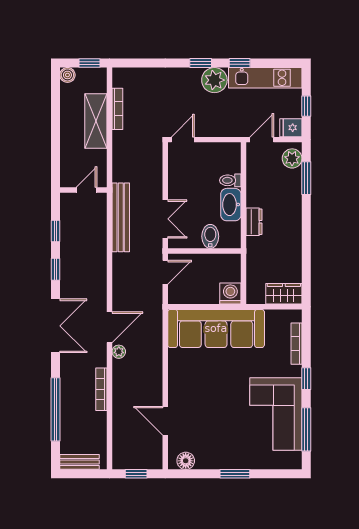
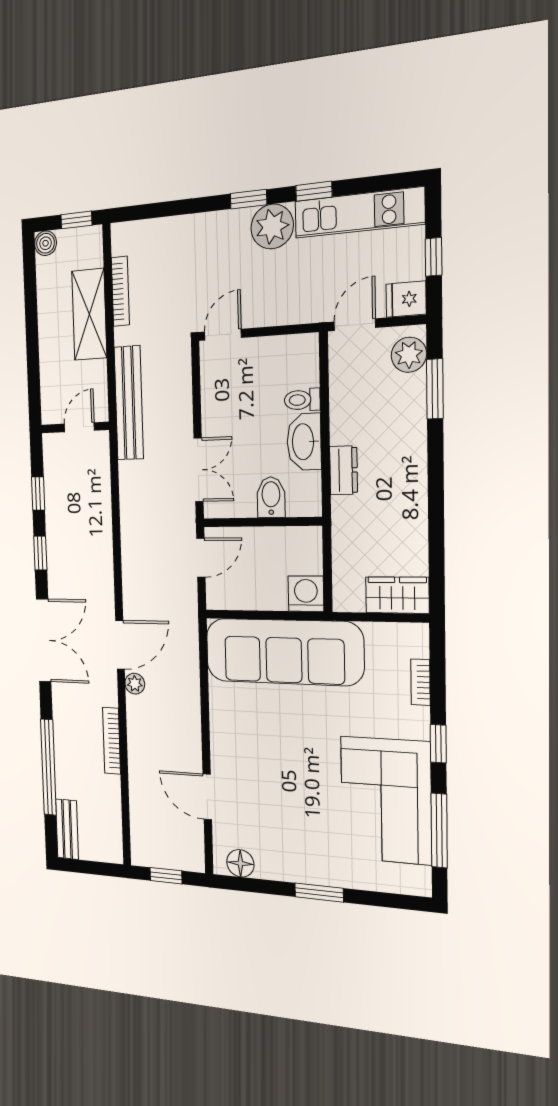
bench: (121, 217) -> (129, 403), moved
bookcase: (296, 344) -> (420, 682), width x0.64
bench: (79, 462) -> (67, 829), moved, turned 90

